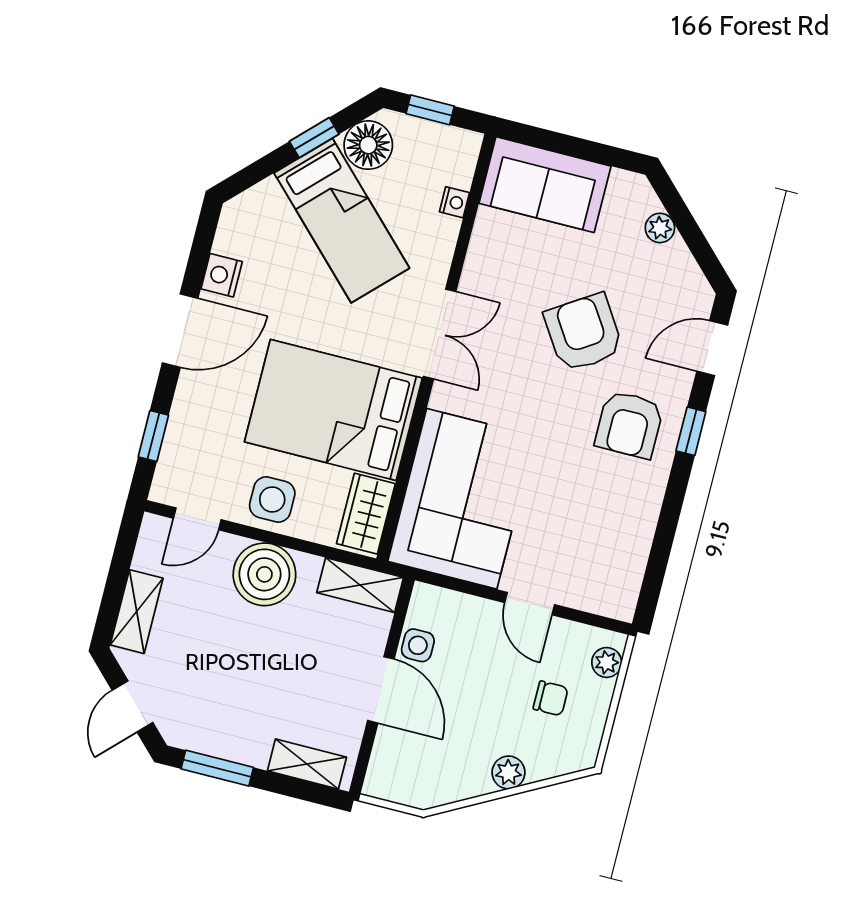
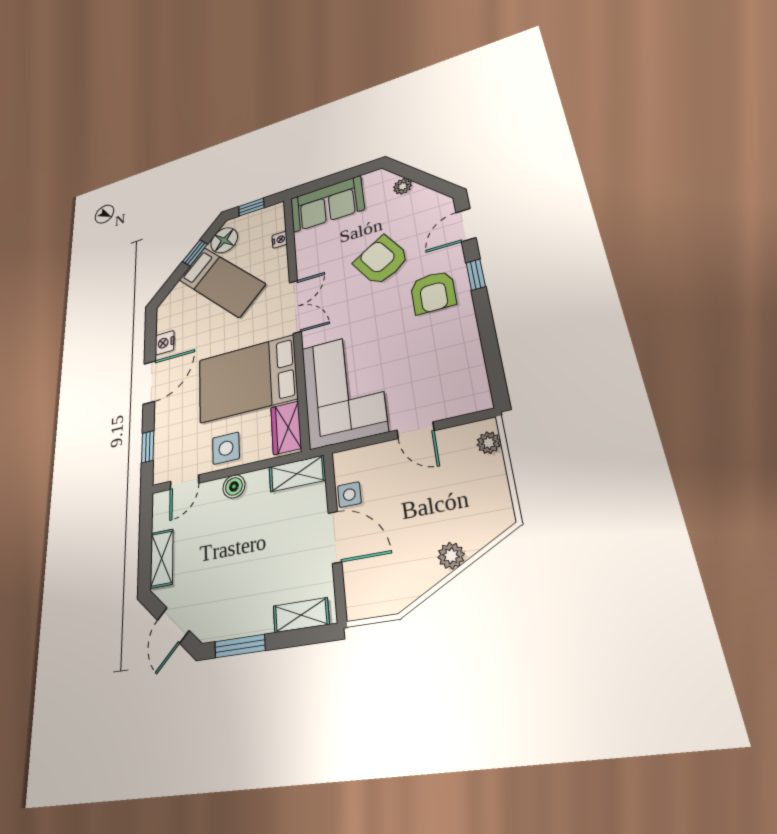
boiler: (264, 574) -> (234, 486), width x0.54, depth x0.54
chair: (551, 698) -> (459, 487), removed

